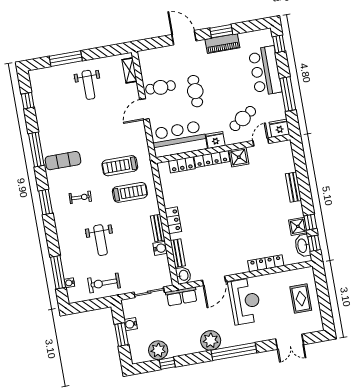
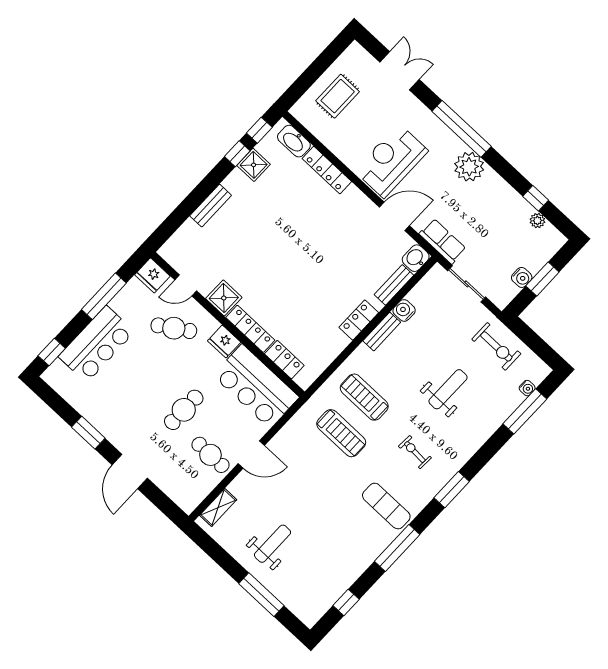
piano: (222, 44) -> (102, 420), removed
washbasin: (303, 246) -> (294, 141), moved, turned 90
plant: (158, 350) -> (537, 221), width x0.53, depth x0.53

